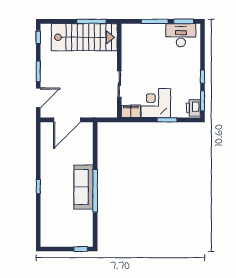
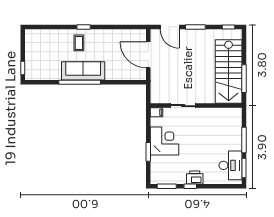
printer: (193, 108) -> (195, 178), moved
filing cabinet: (131, 111) -> (157, 112), width x0.50
coffee table: (55, 191) -> (79, 43), added

